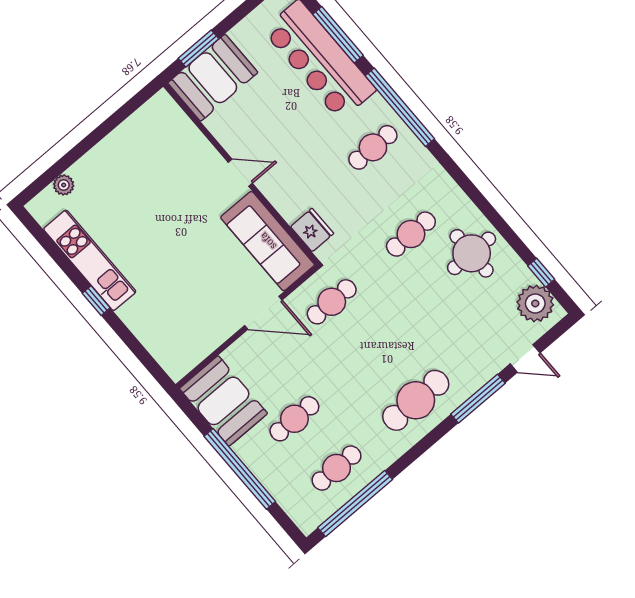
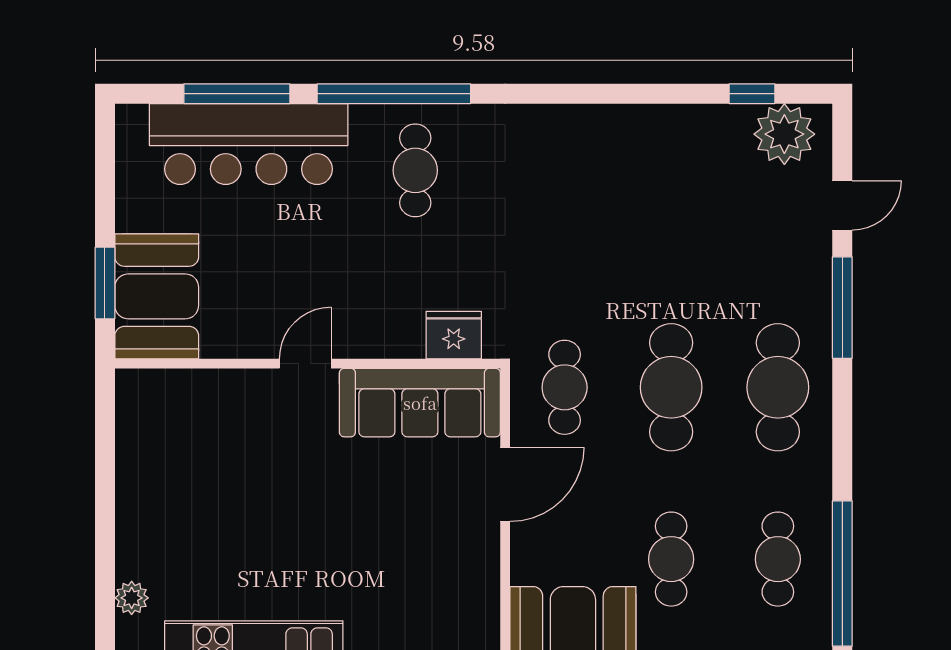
cafe table: (411, 234) -> (671, 387), moved, width x1.37, depth x1.35
round table: (472, 253) -> (653, 160), removed

